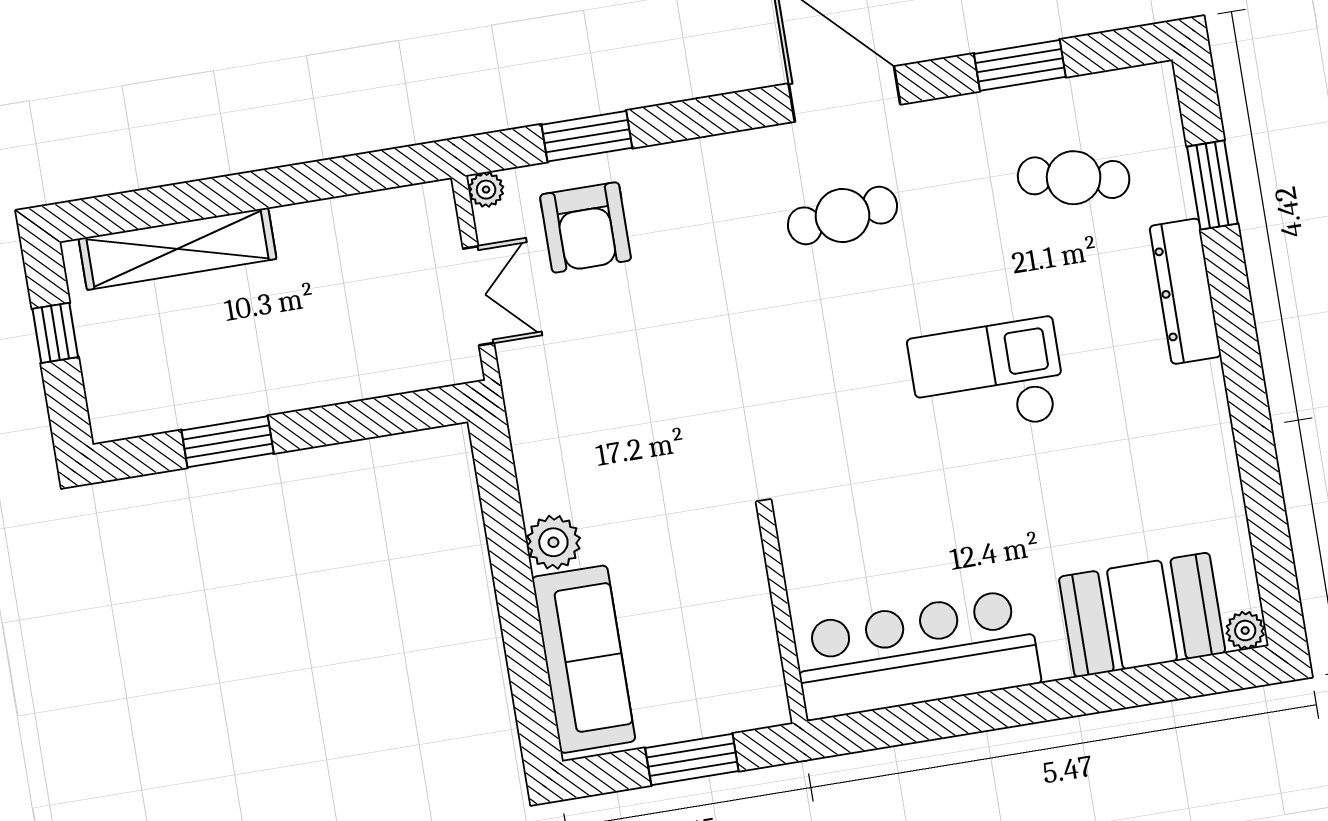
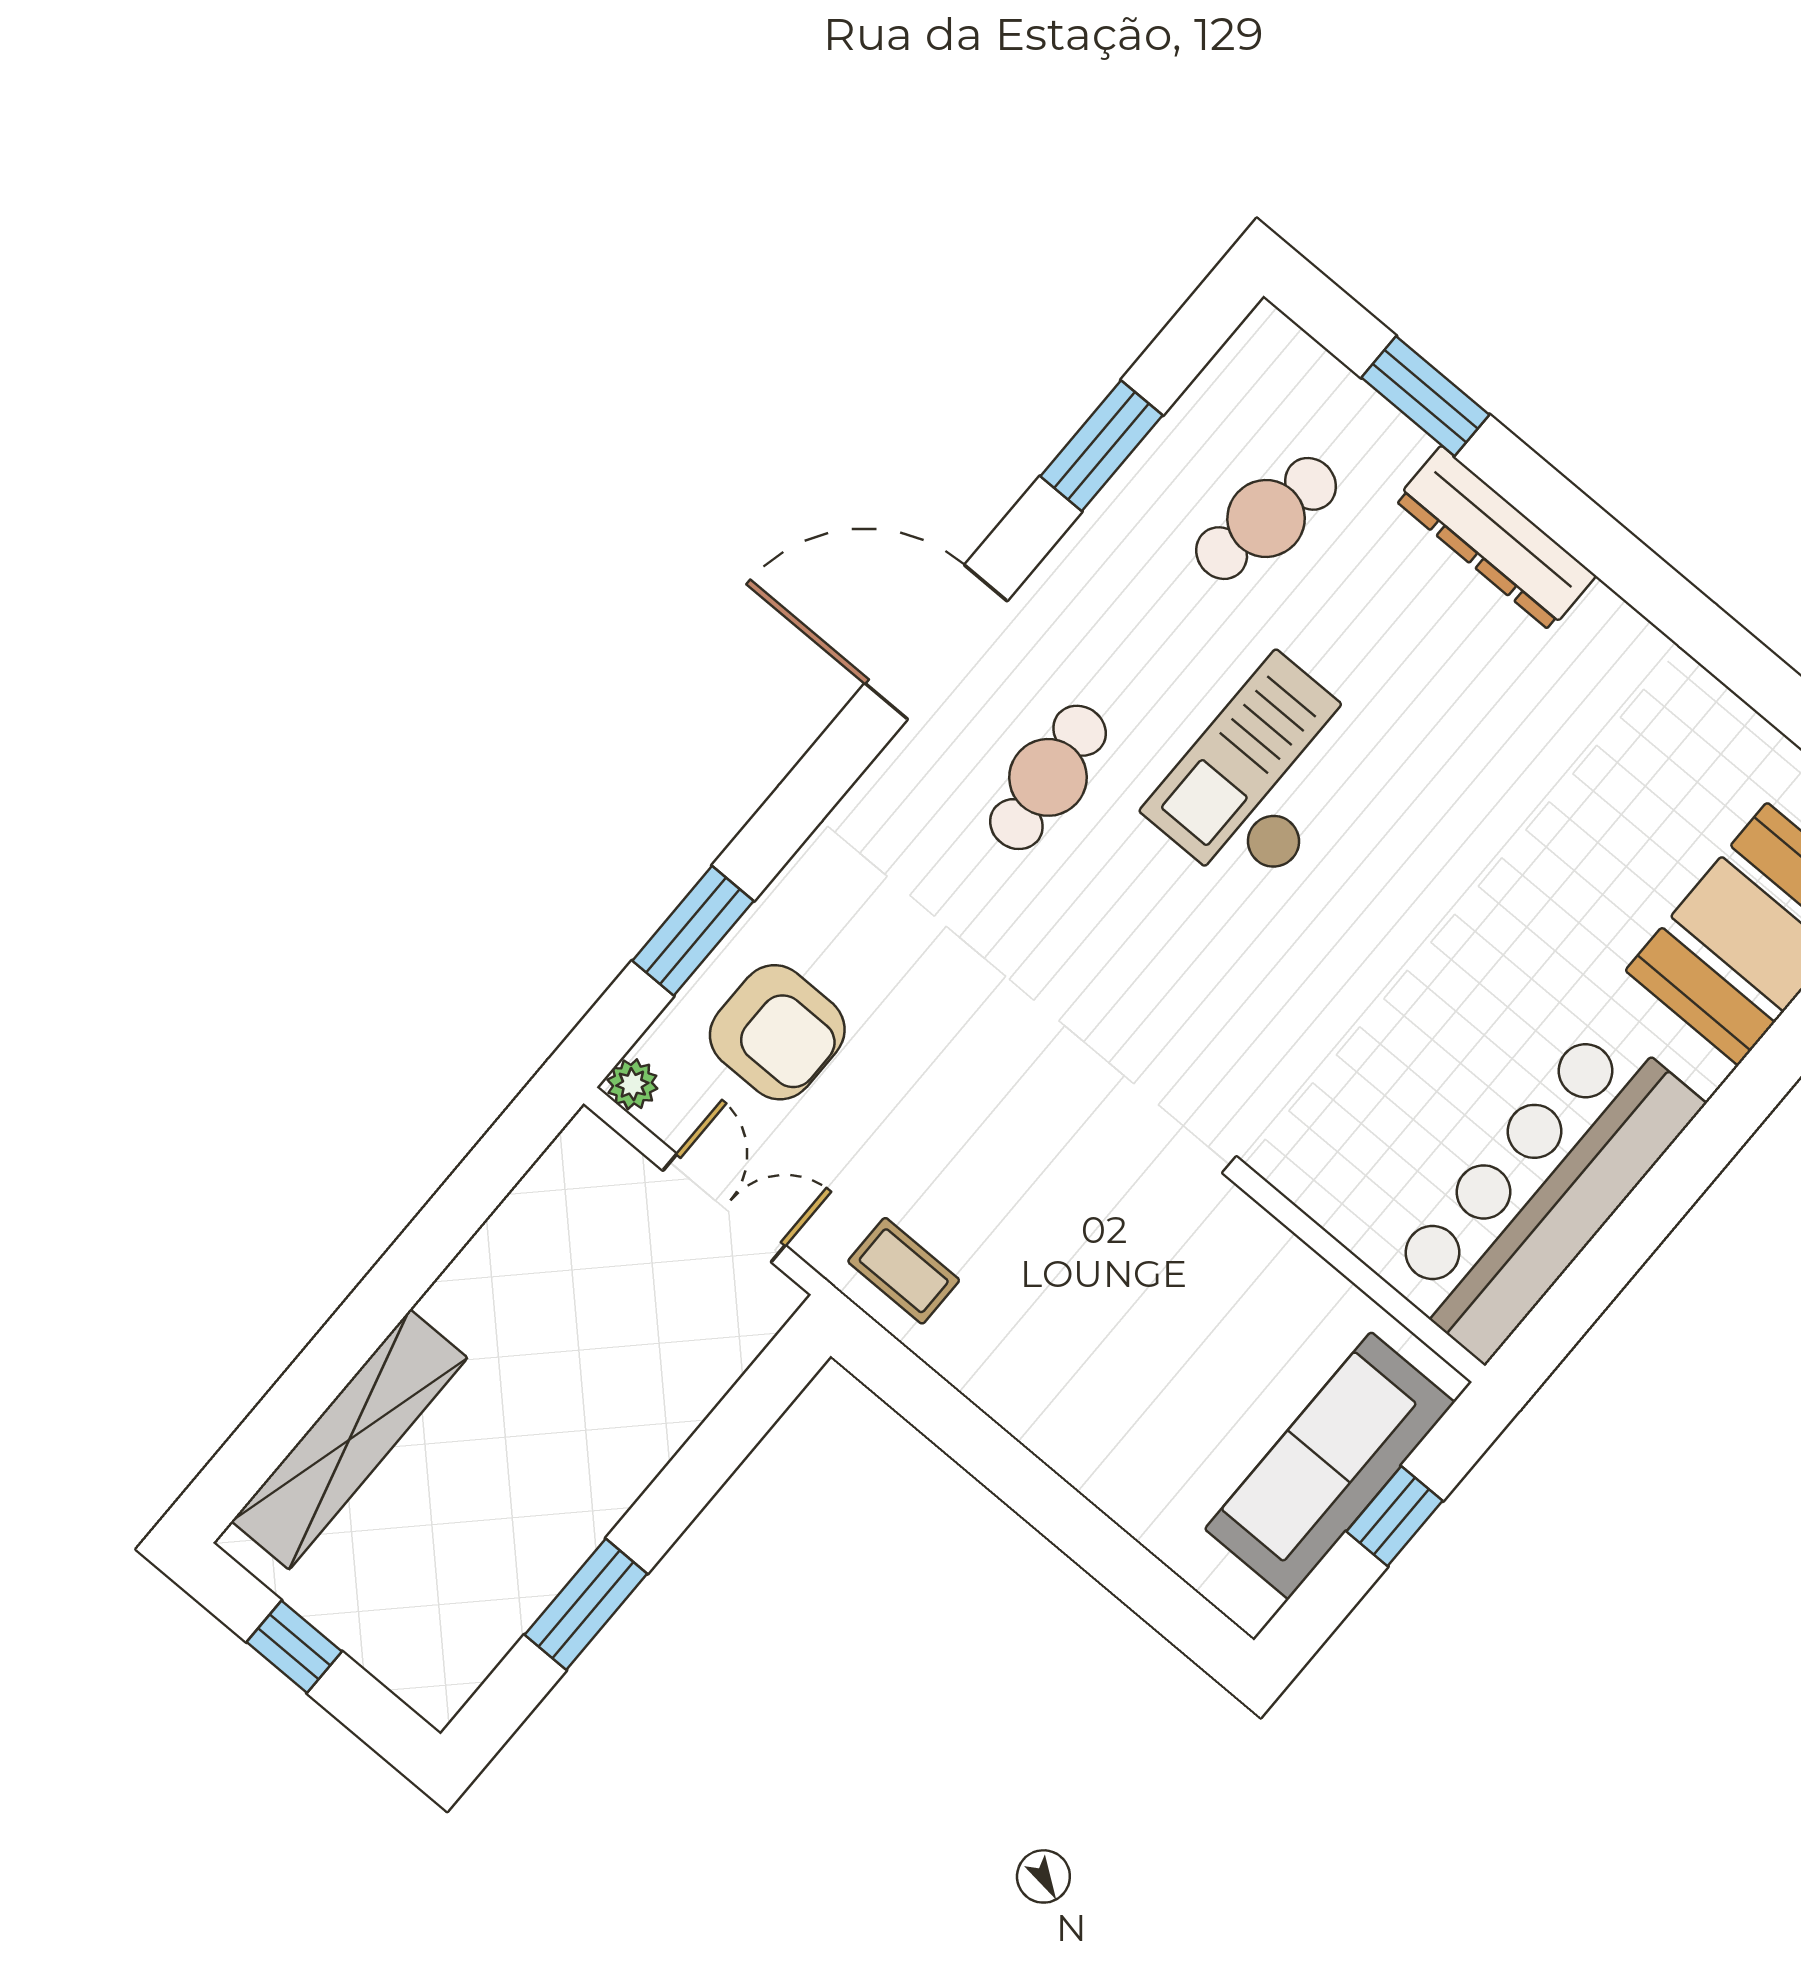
checkout: (987, 378) -> (1264, 778), moved
coffee table: (545, 410) -> (904, 1271), added
plant: (553, 542) -> (1038, 1408), removed
sofa: (584, 659) -> (1330, 1466), moved, turned -90
window: (692, 759) -> (1394, 1516), width x0.67

